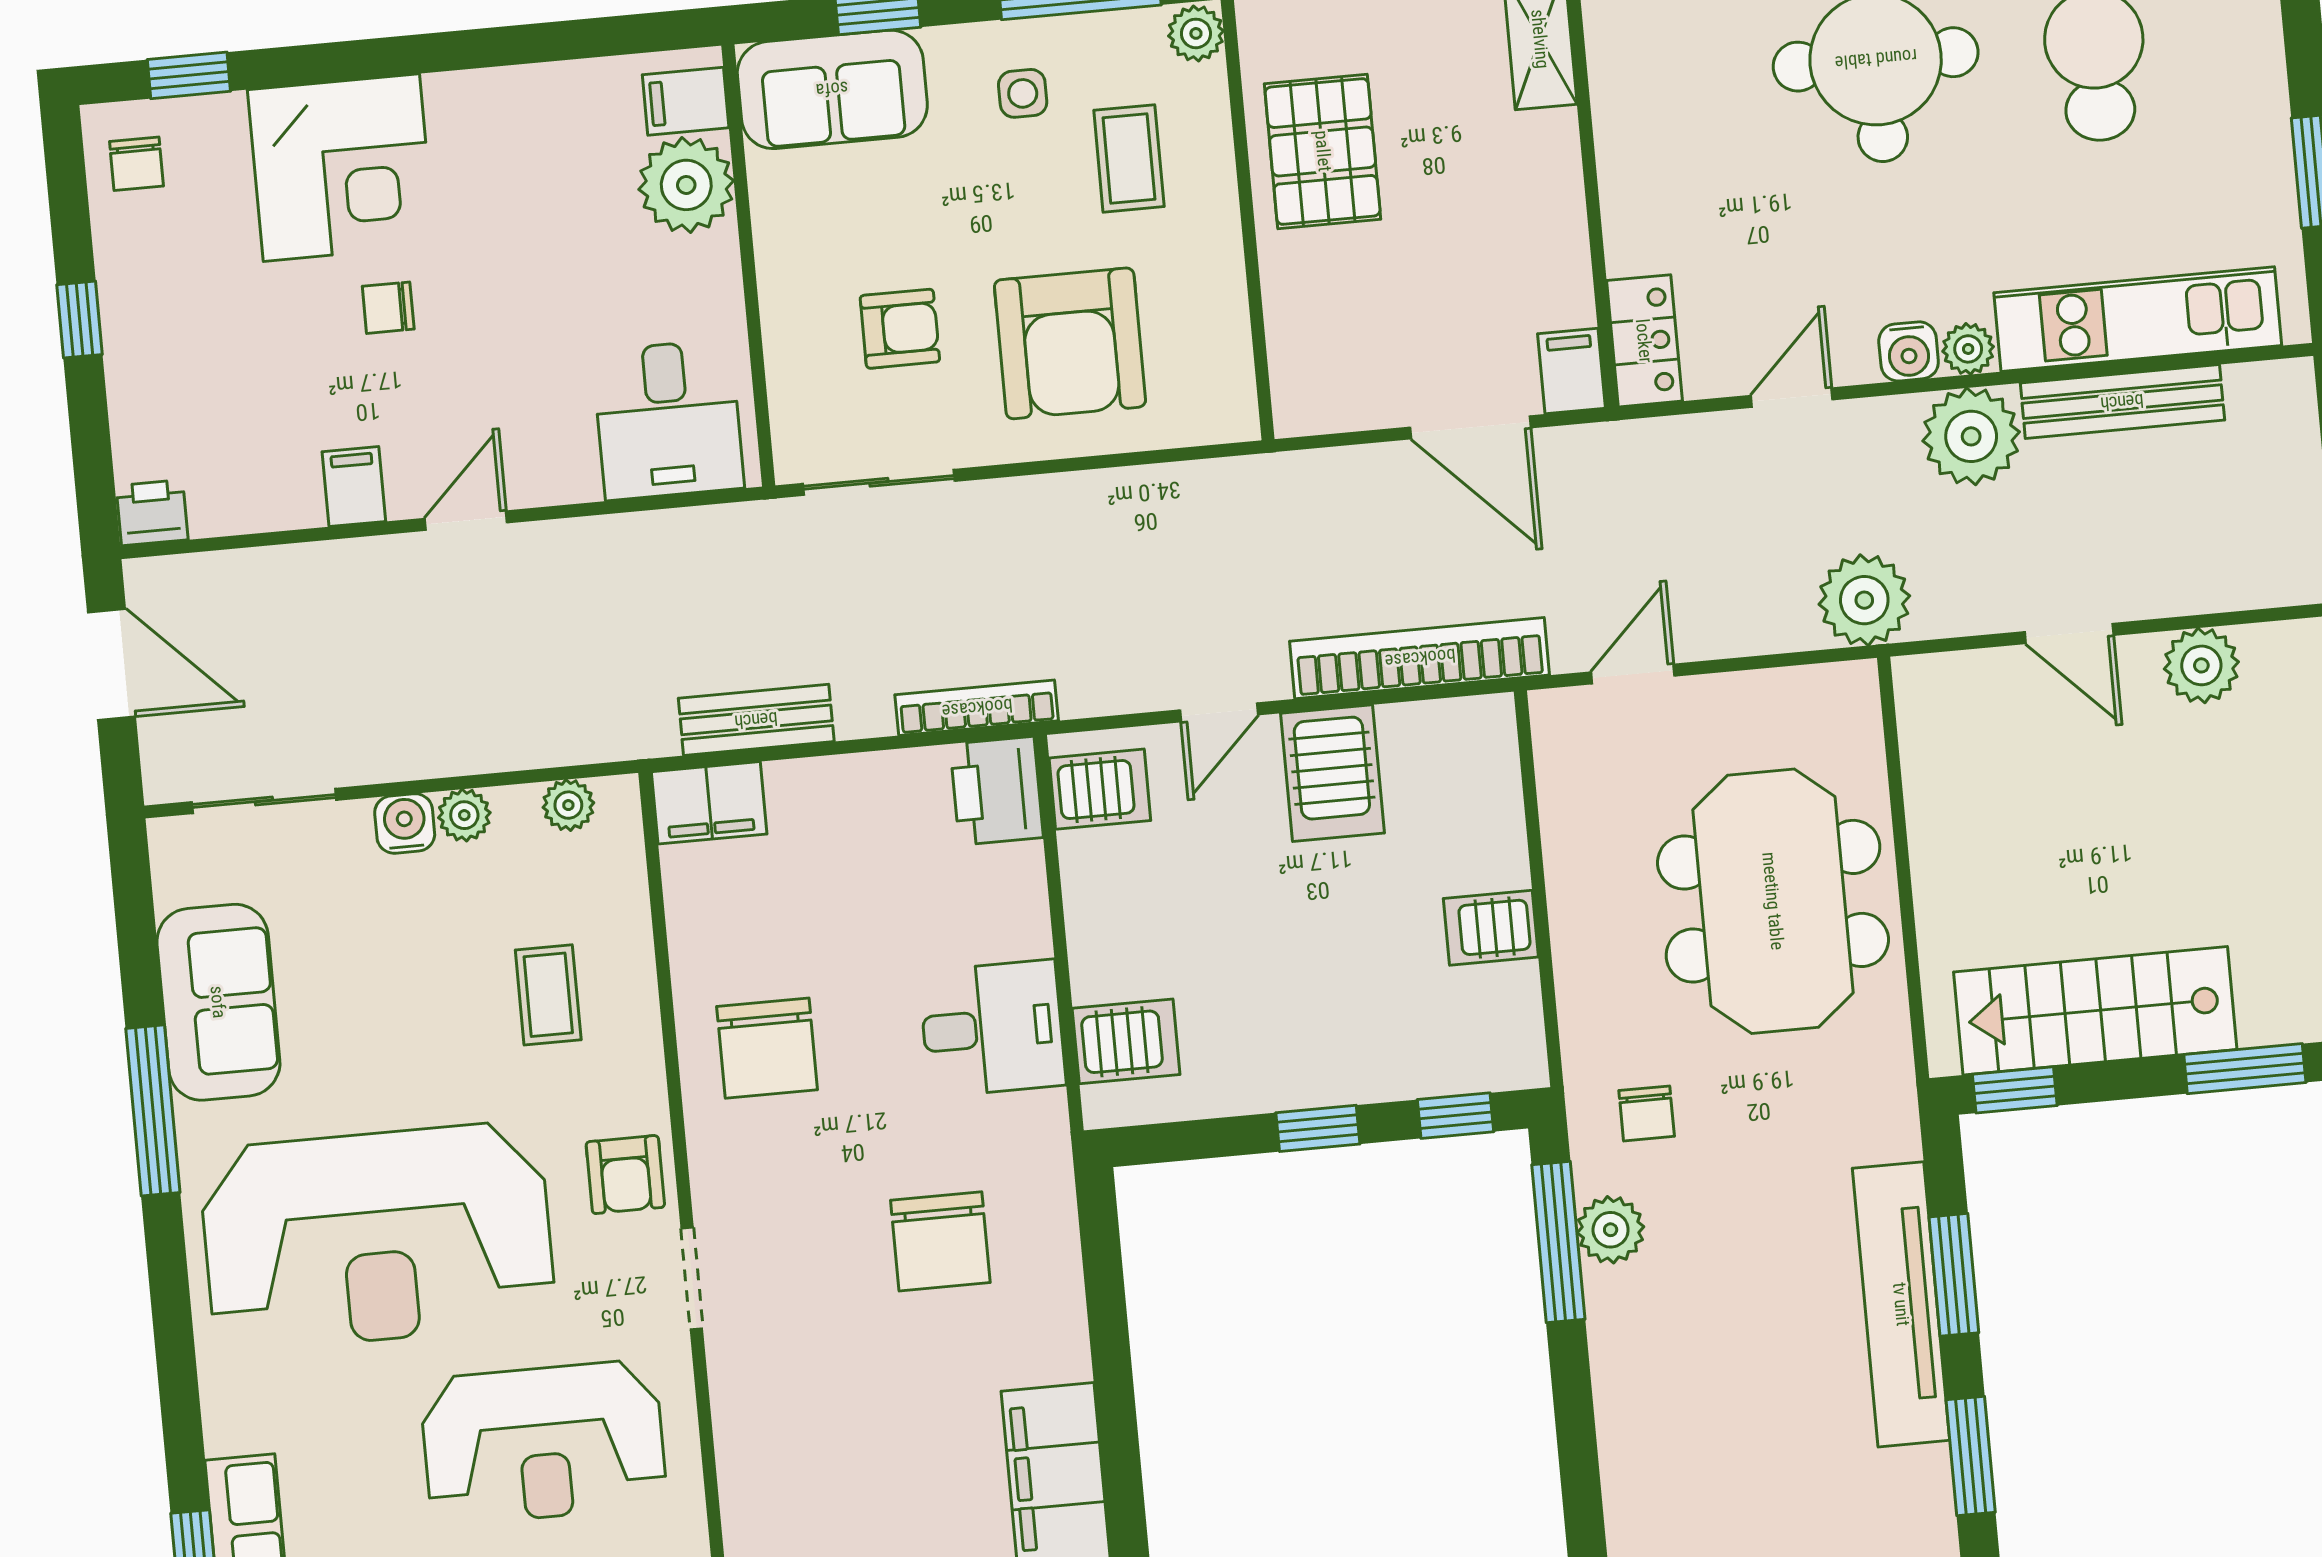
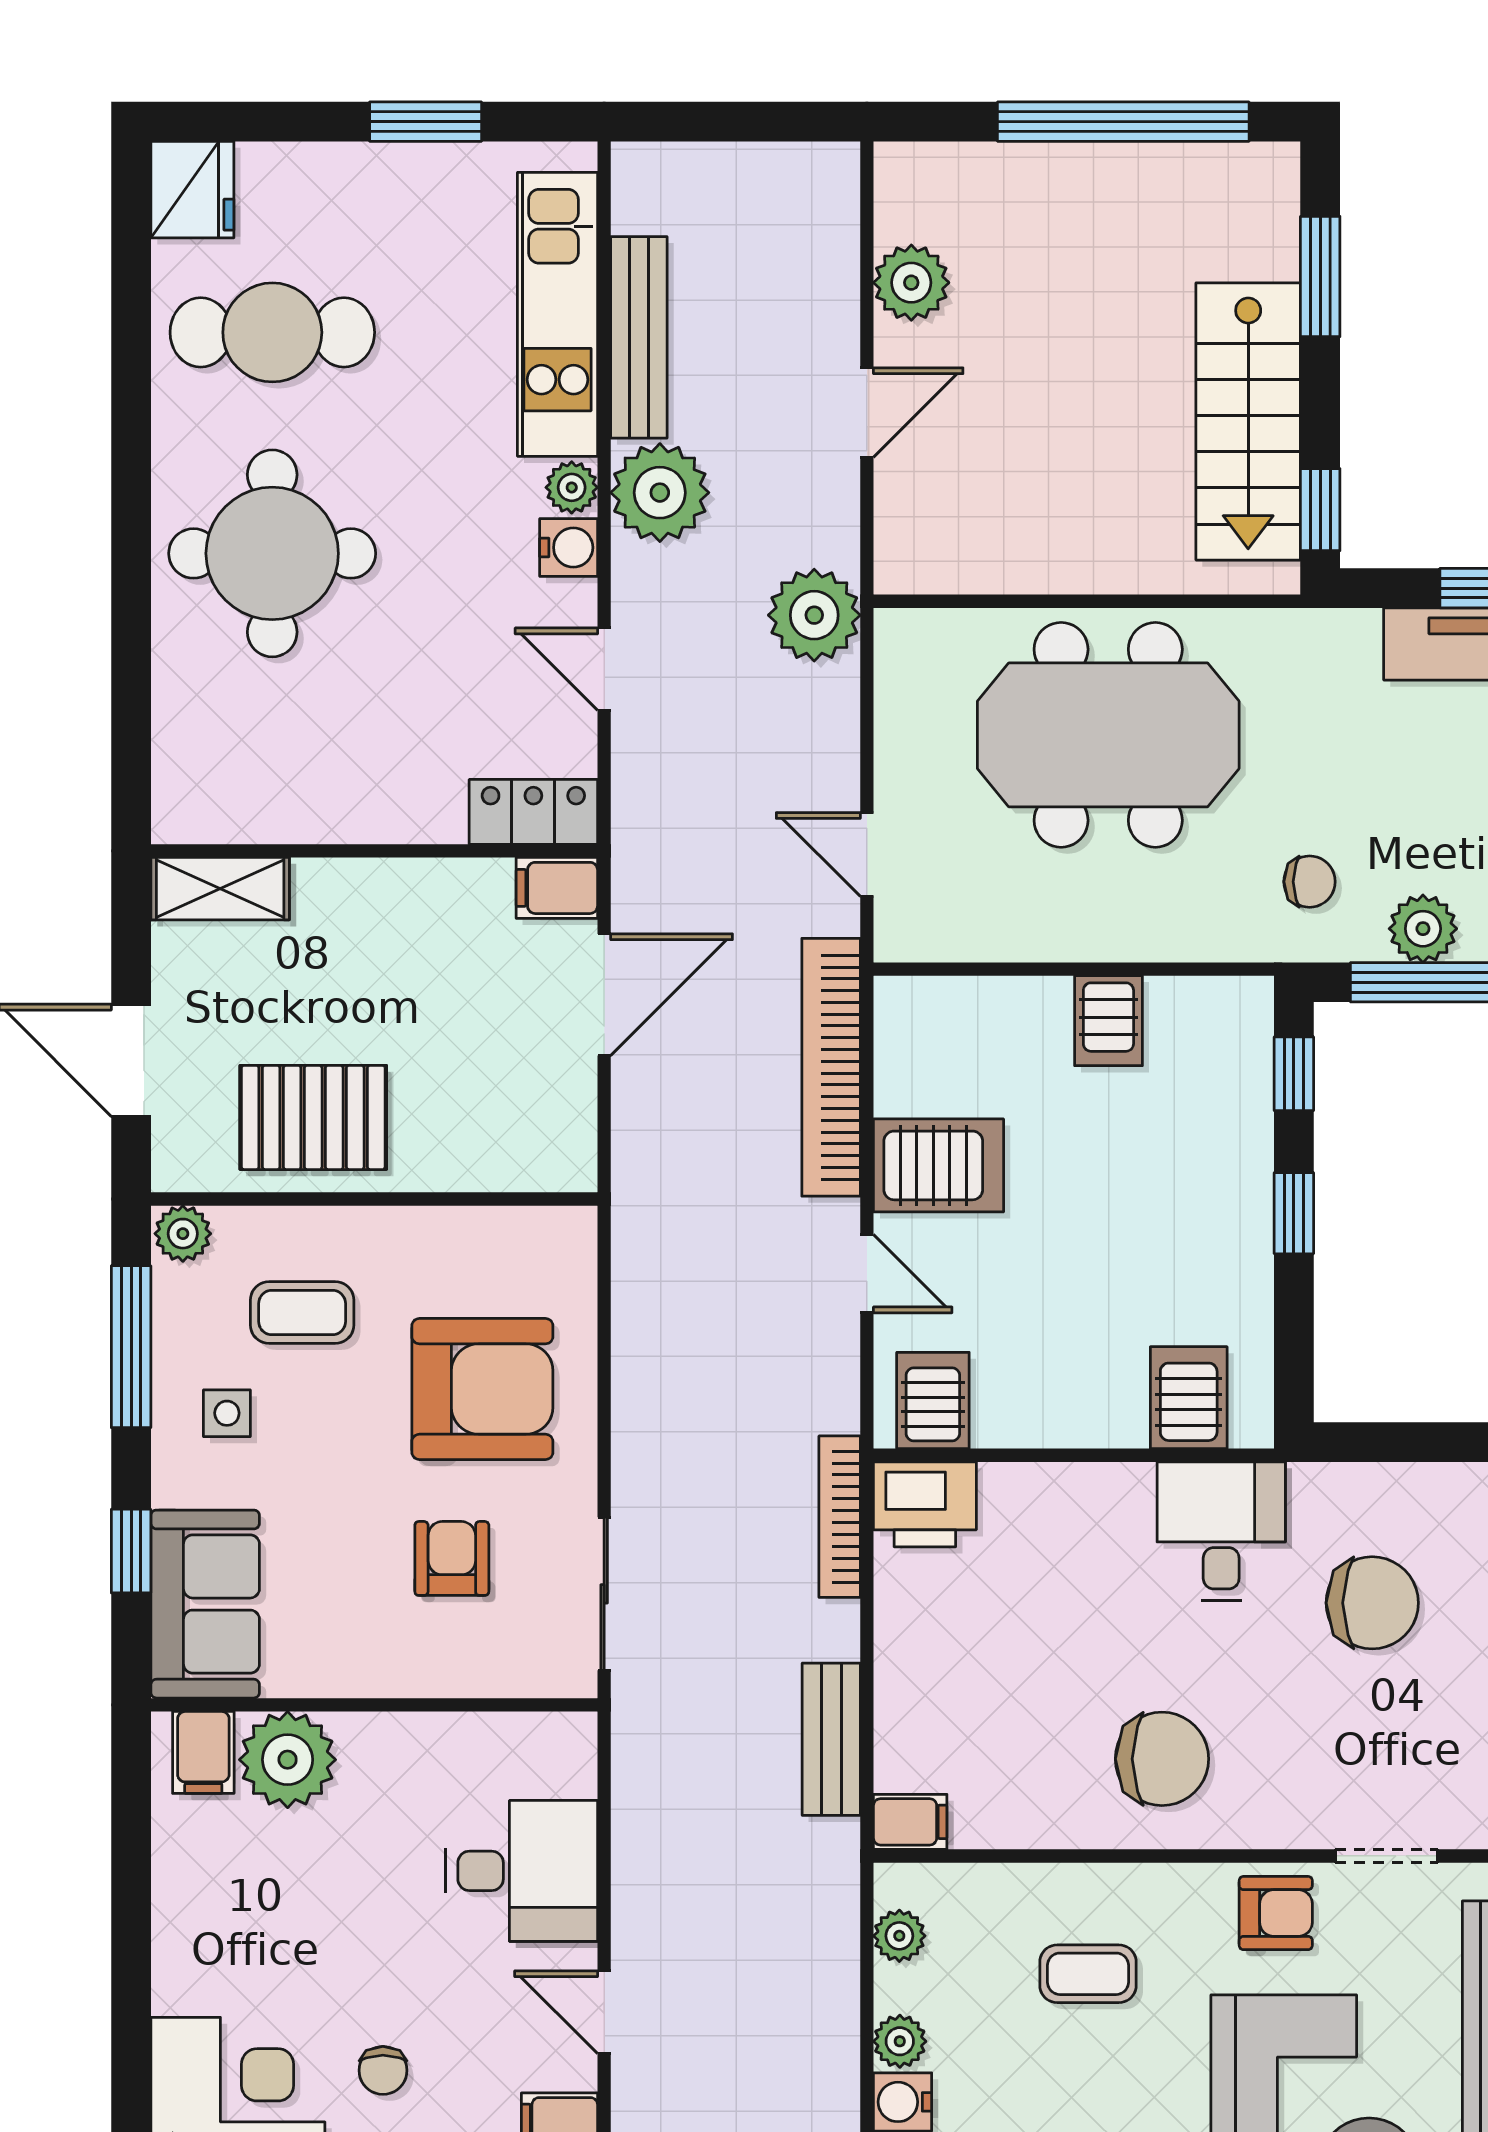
desk: (668, 420) -> (522, 1871), moved
filing cabinet: (709, 803) -> (910, 1822), width x0.50
desk: (992, 1028) -> (1221, 1531), moved

